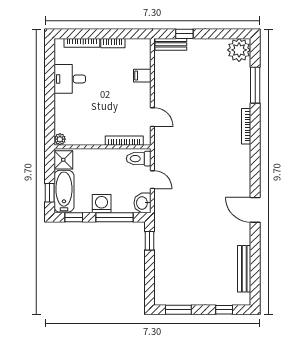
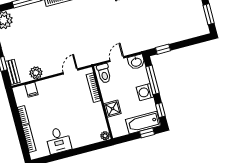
plant: (162, 73) -> (36, 73), added
filing cabinet: (142, 76) -> (31, 90), moved
shower: (63, 160) -> (113, 109), moved

